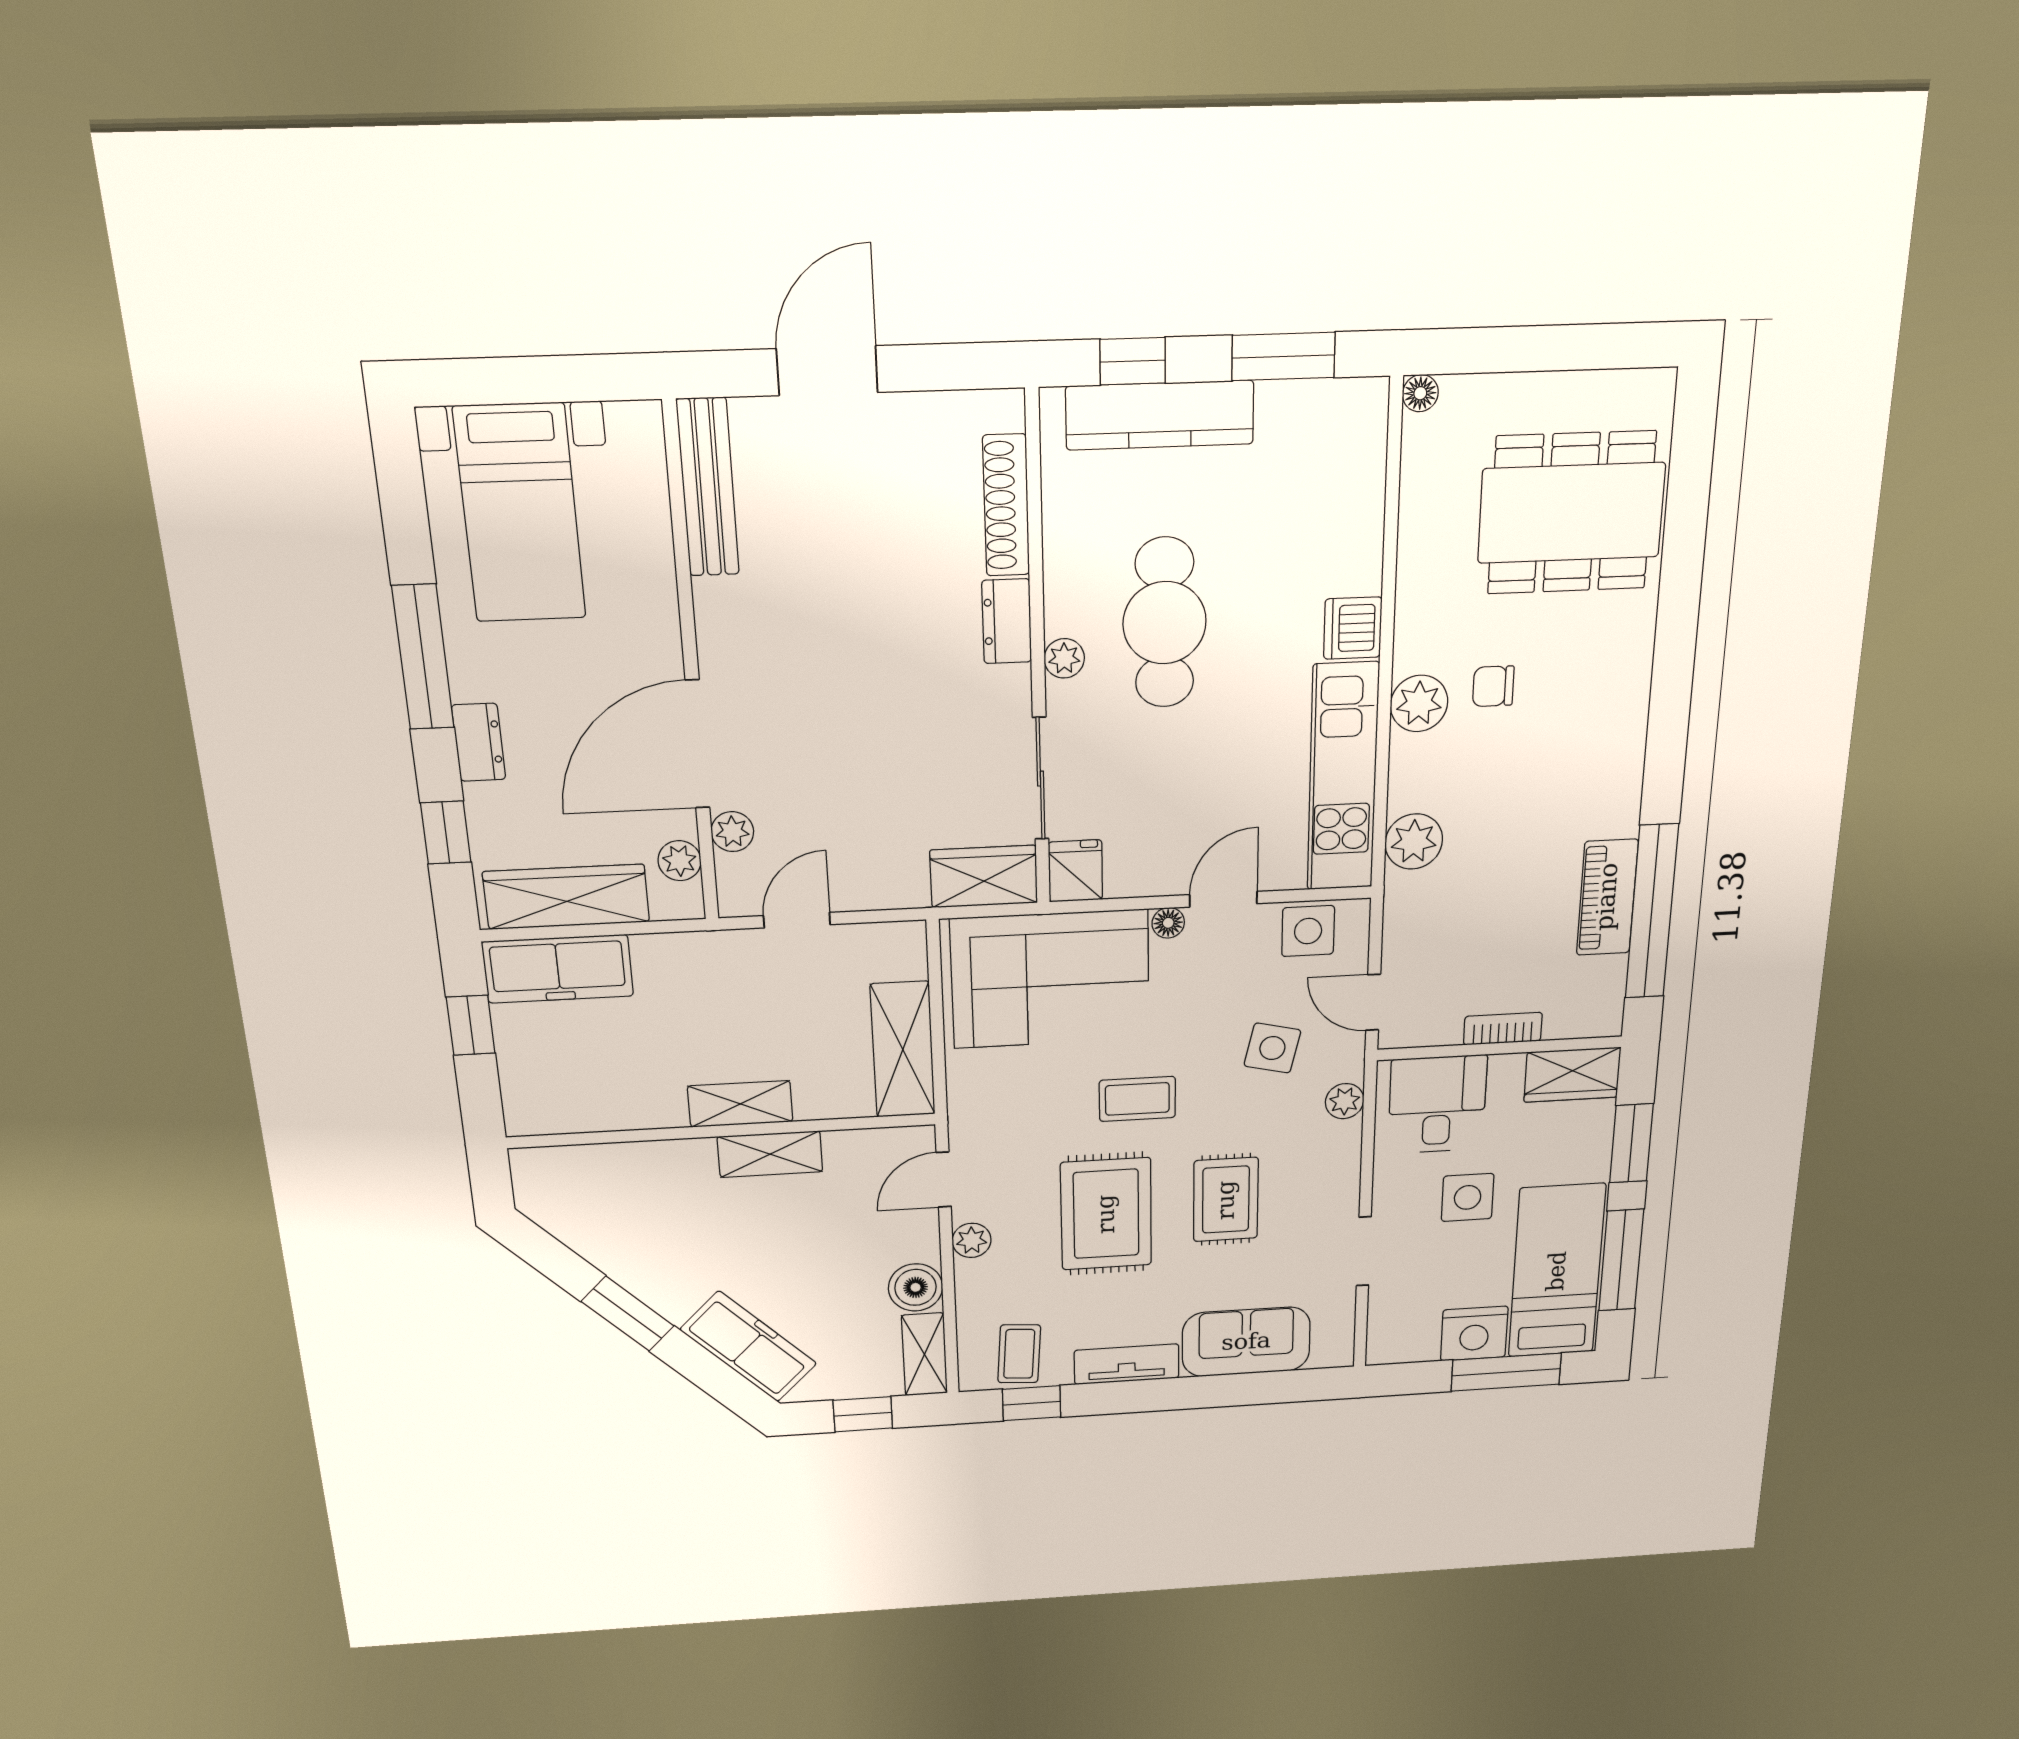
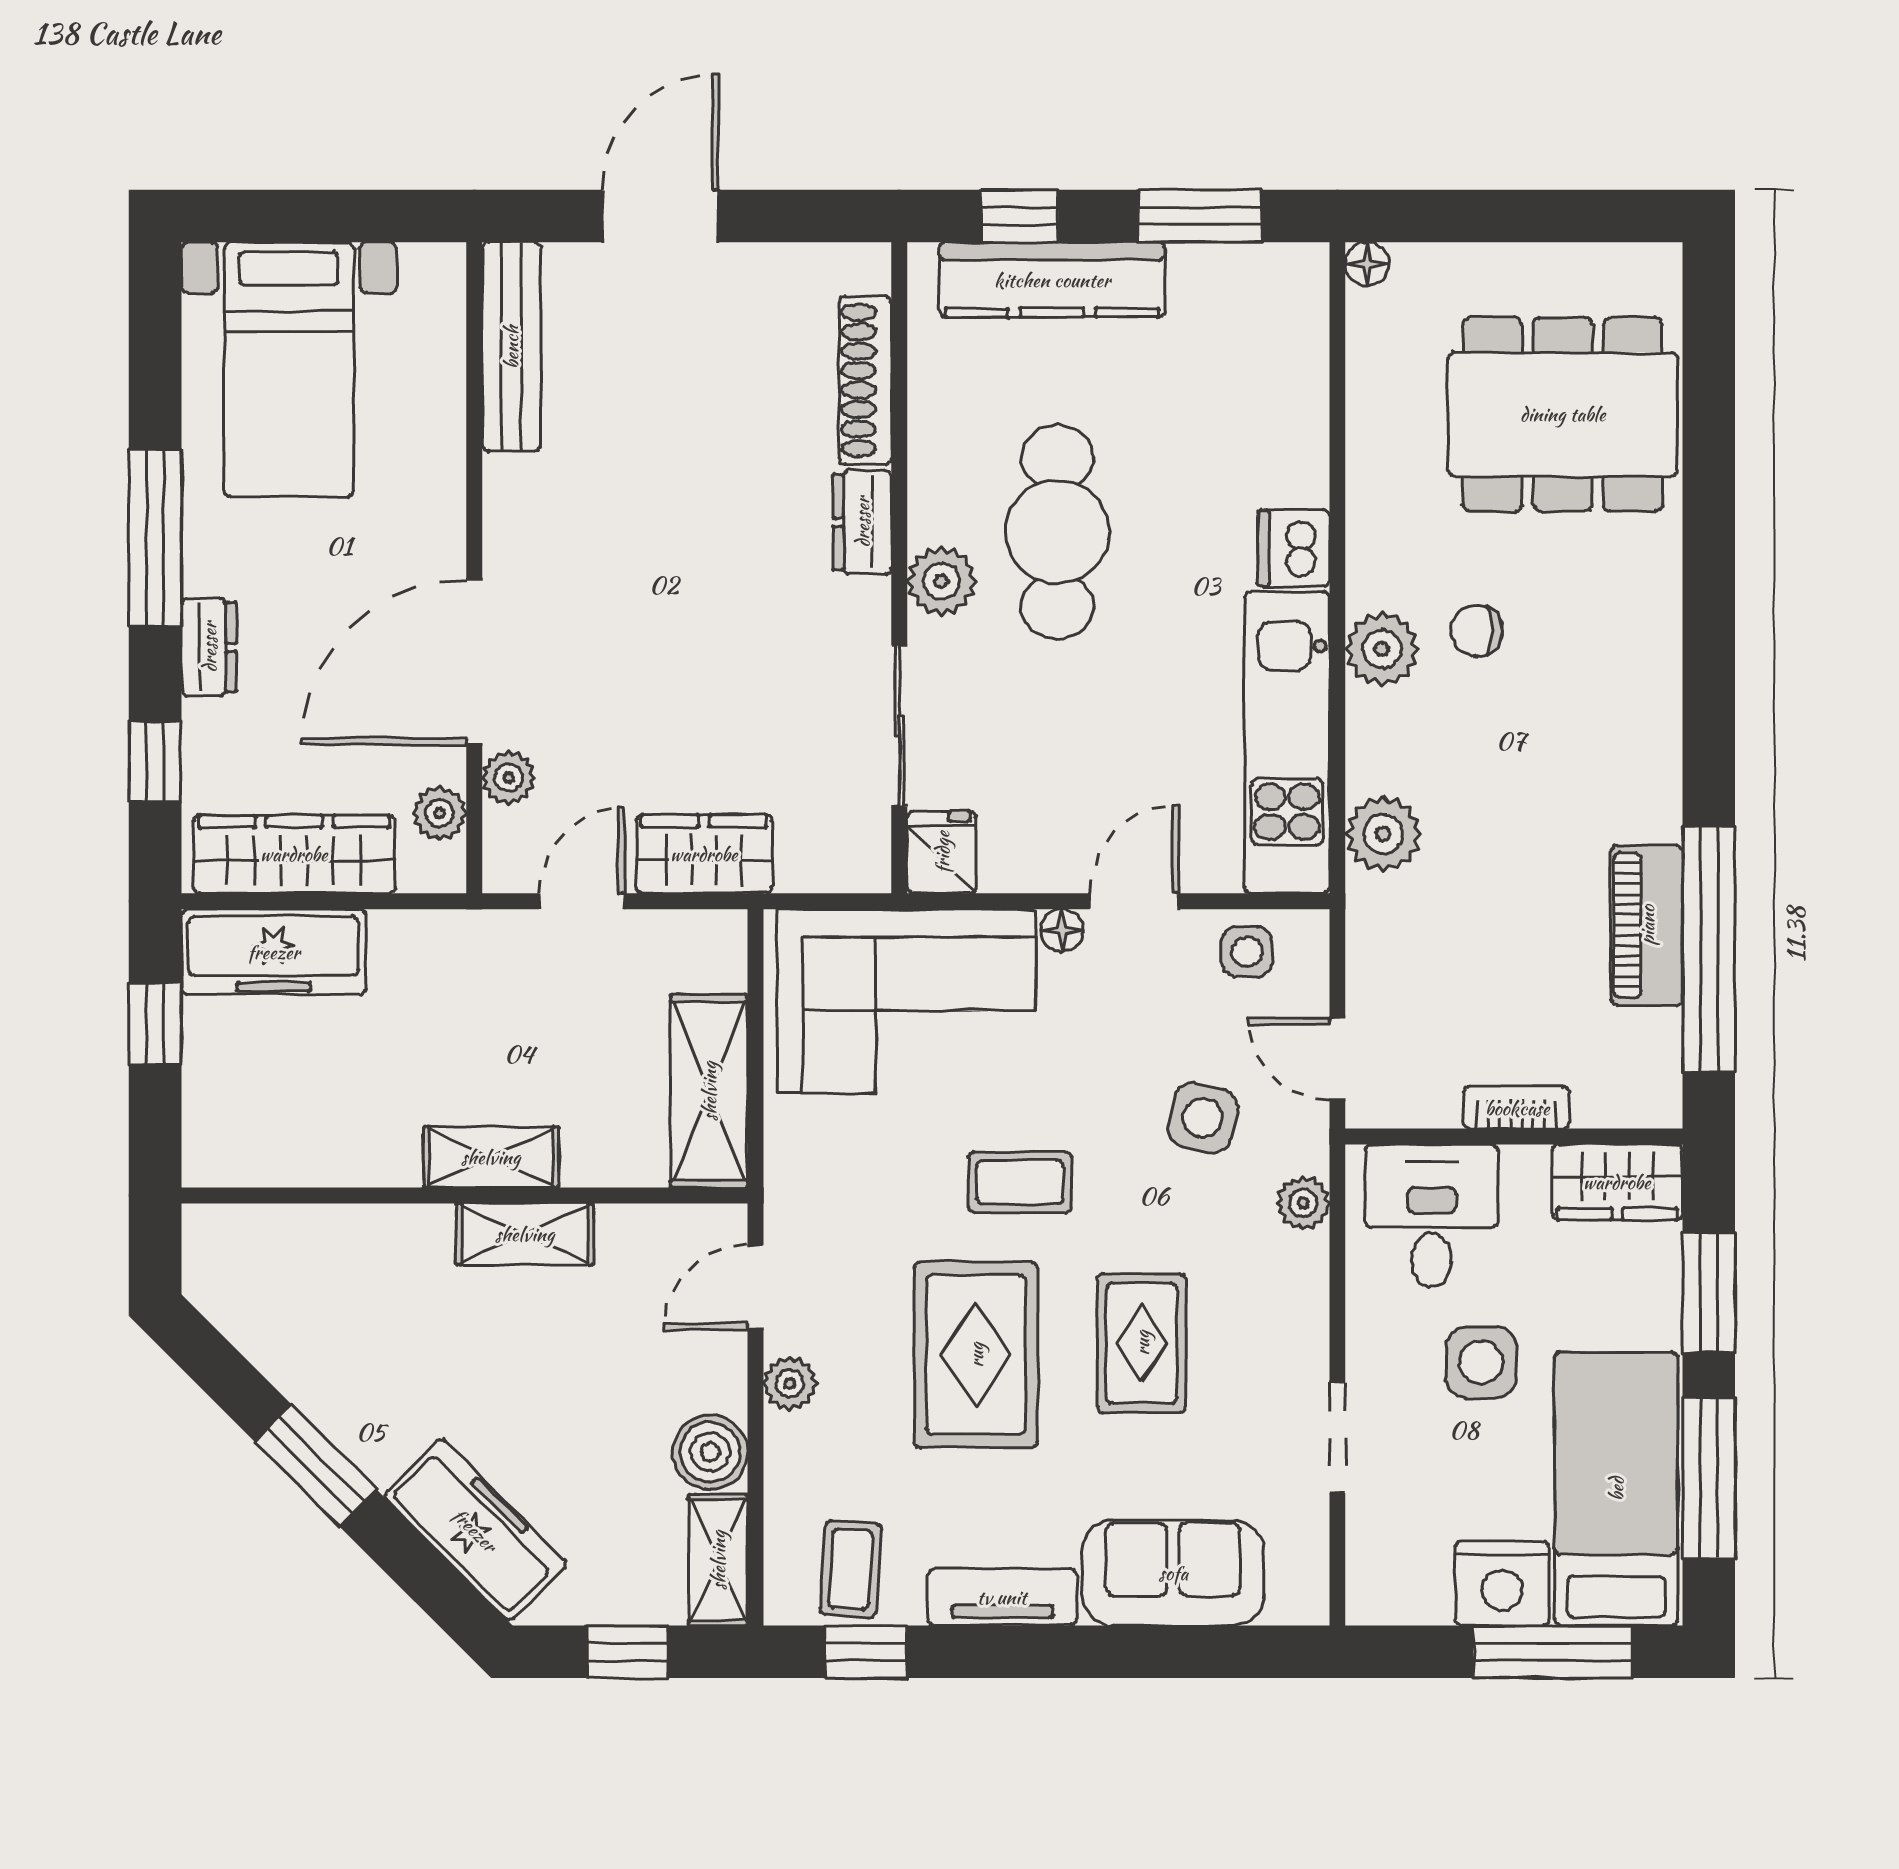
plant: (1064, 658) -> (941, 581), width x1.38, depth x1.38
wardrobe: (984, 876) -> (704, 854), moved
side table: (1308, 931) -> (1247, 952), width x0.73, depth x0.73

